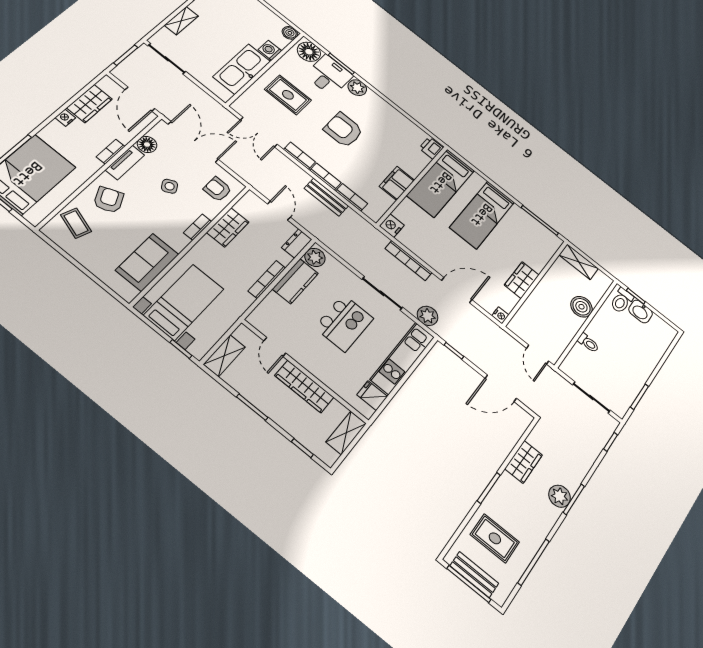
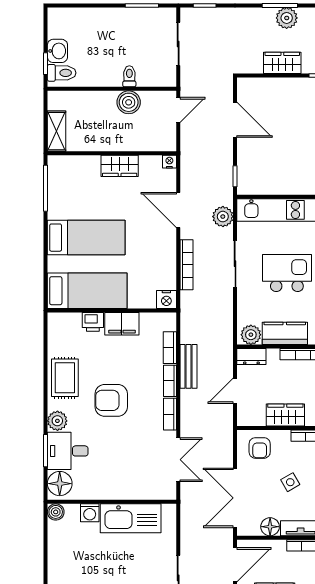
rug: (288, 95) -> (65, 378), moved
armchair: (343, 130) -> (111, 400), turned 90
printer: (431, 148) -> (93, 322), moved
boiler: (581, 307) -> (129, 102), moved

